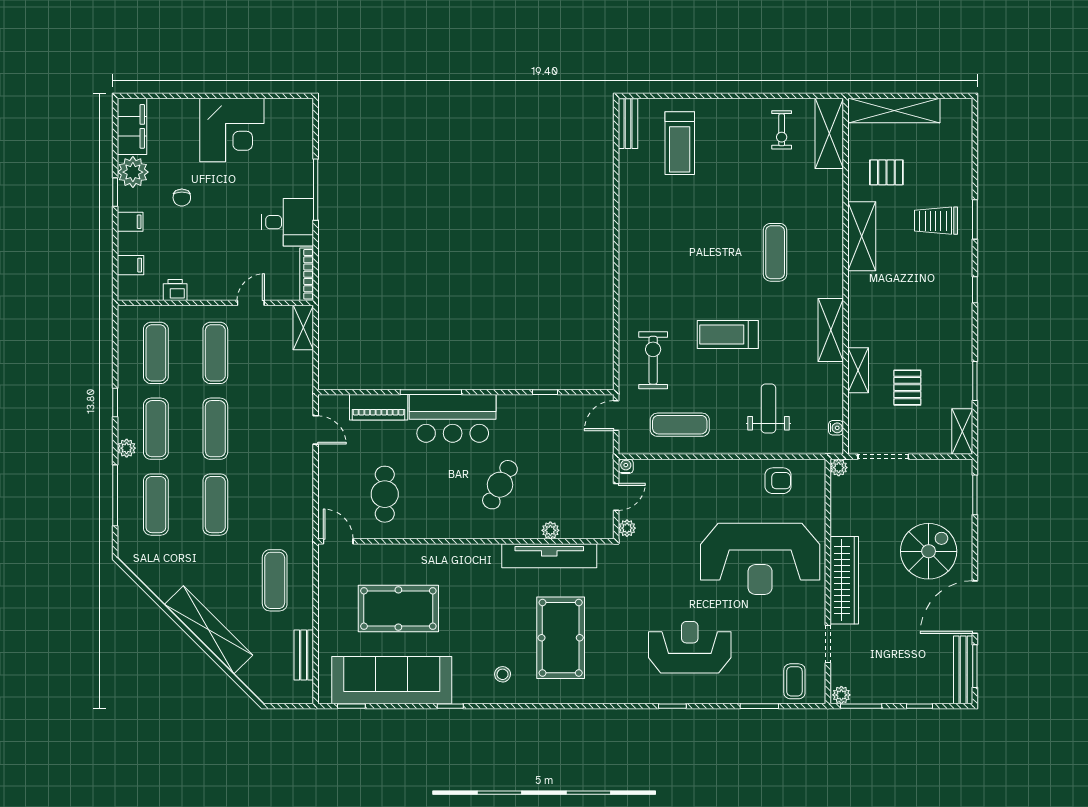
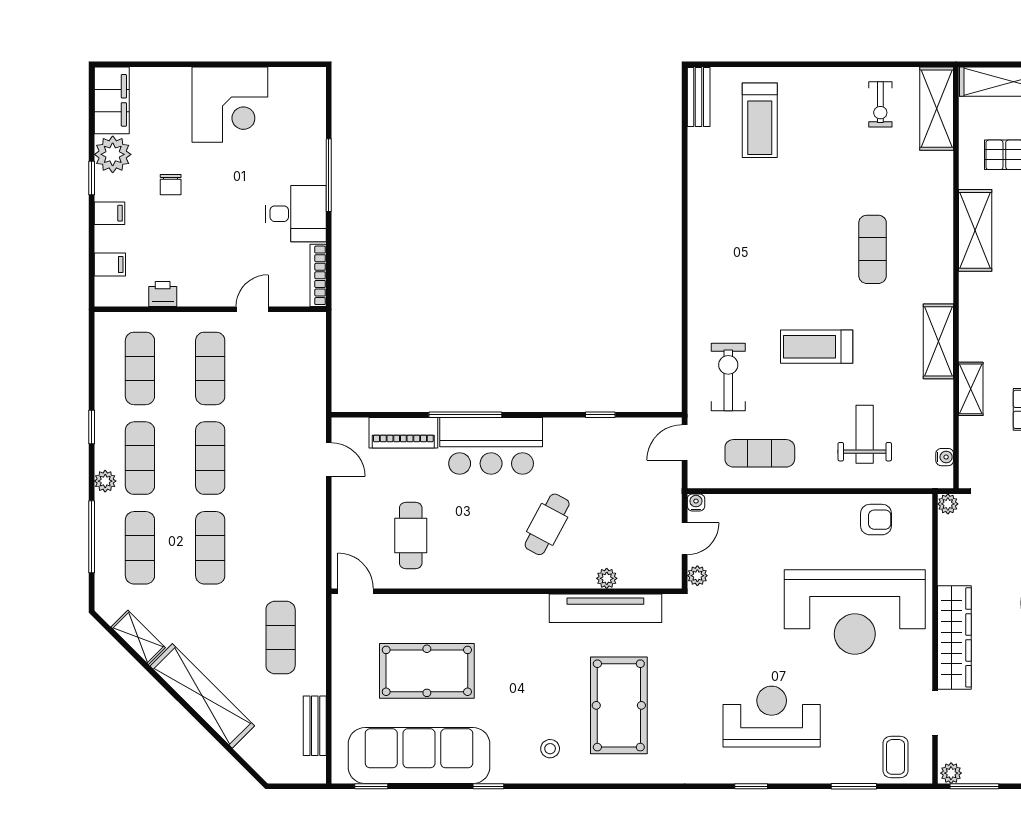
shelving: (303, 328) -> (138, 637), moved, turned -45

